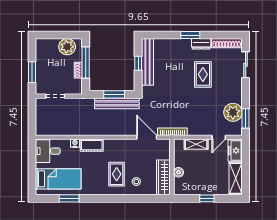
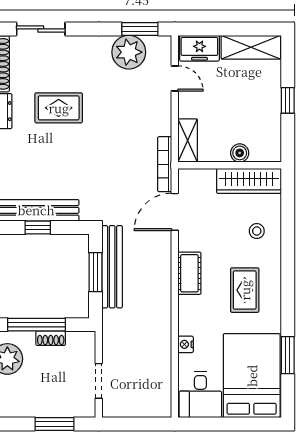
shelving: (196, 144) -> (188, 140), moved
cot: (92, 145) -> (189, 273), moved
rug: (117, 174) -> (245, 290), moved, turned 90
bed: (58, 179) -> (252, 376), width x1.50

